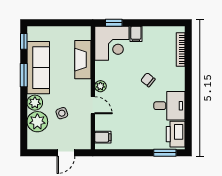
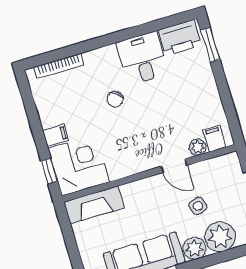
fireplace: (83, 60) -> (94, 205), moved
plant: (100, 86) -> (198, 147), moved
door: (93, 105) -> (174, 166), swing flipped

